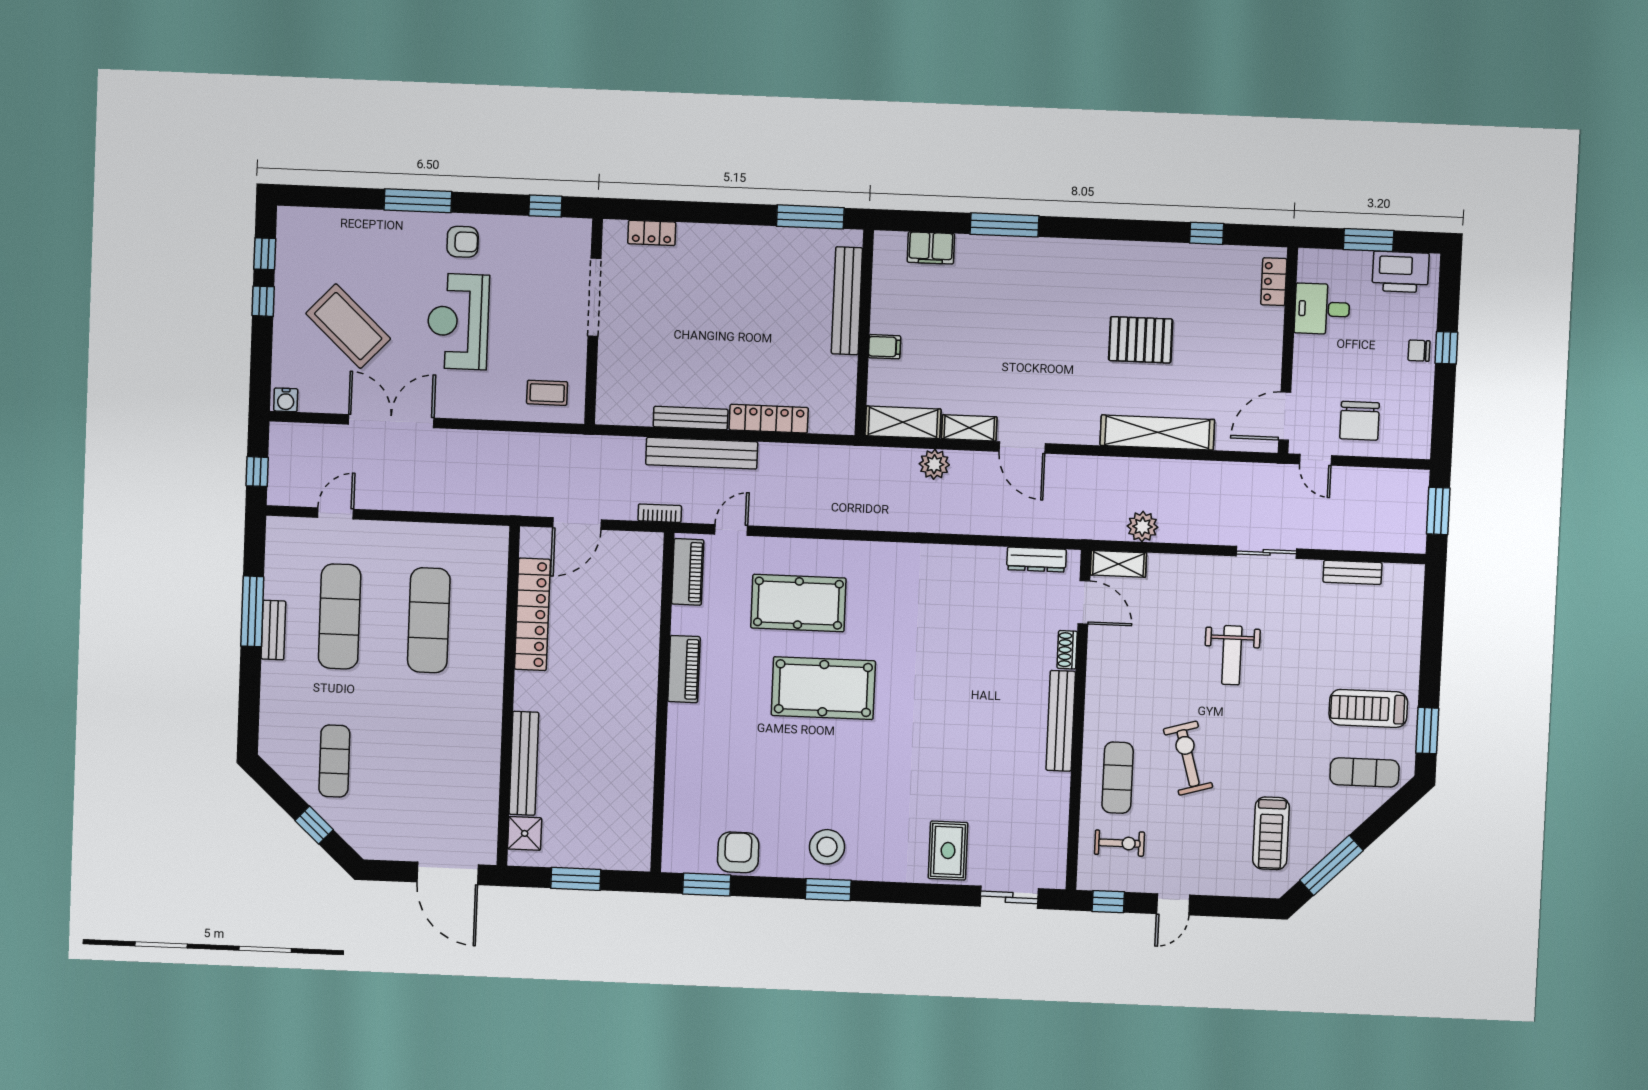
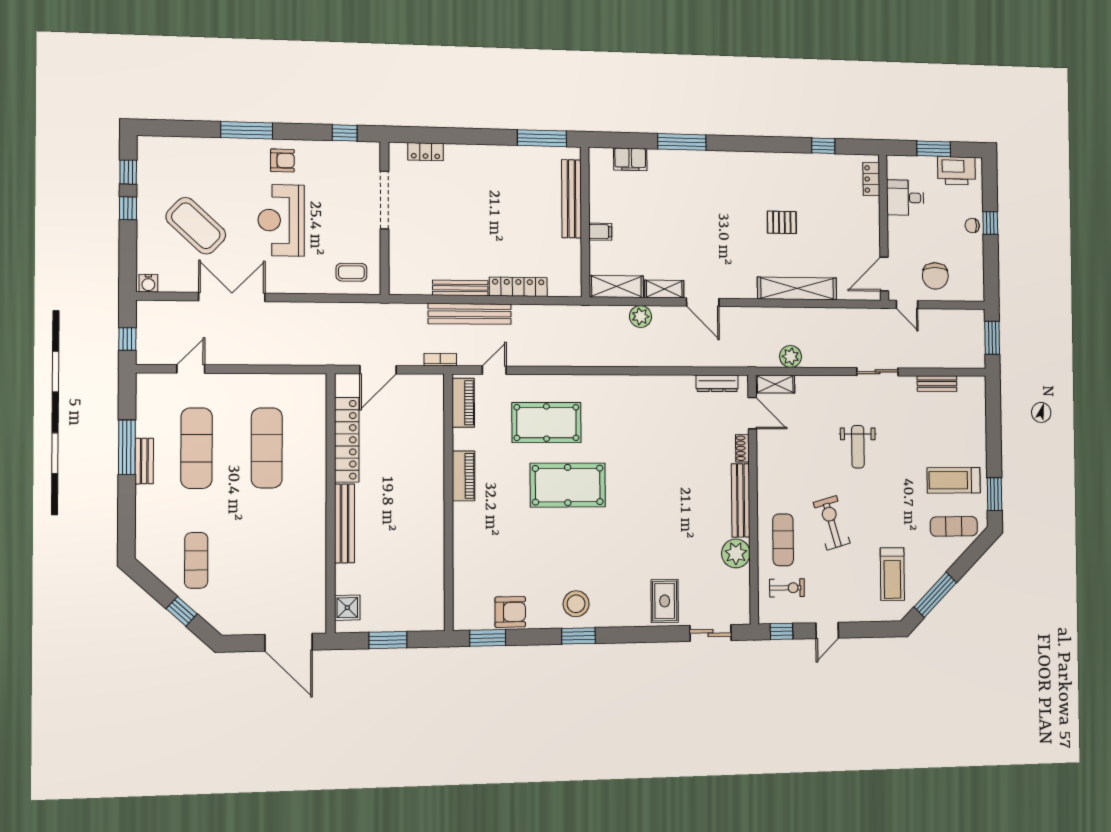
pallet: (1141, 340) -> (782, 222), width x0.67, depth x0.71
bench: (524, 763) -> (345, 523), moved
plant: (1050, 792) -> (736, 553), added
armchair: (738, 852) -> (510, 612), turned 90

